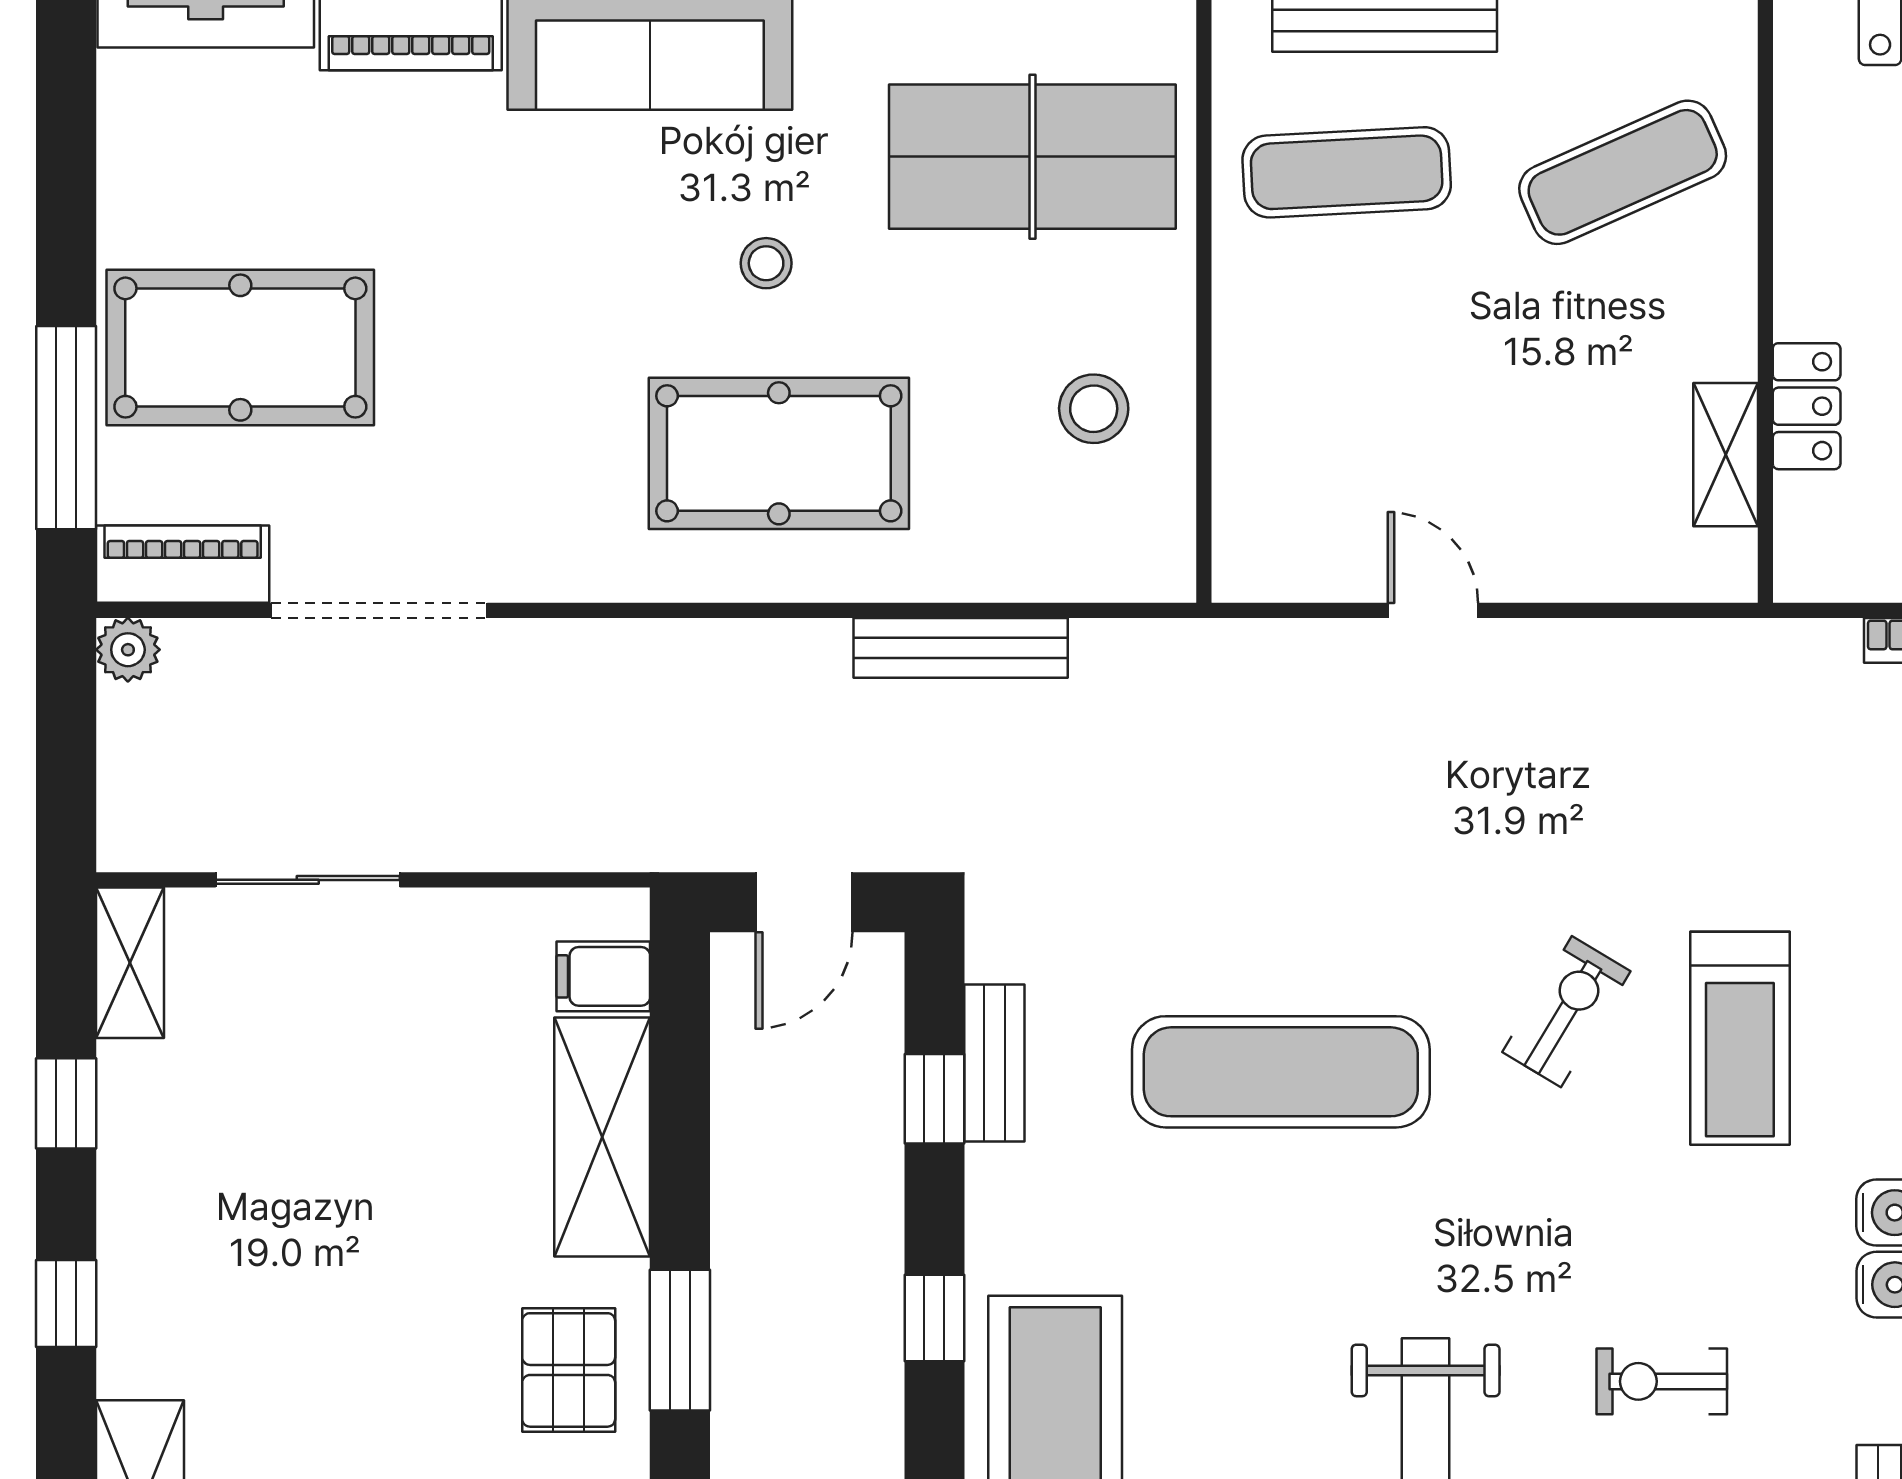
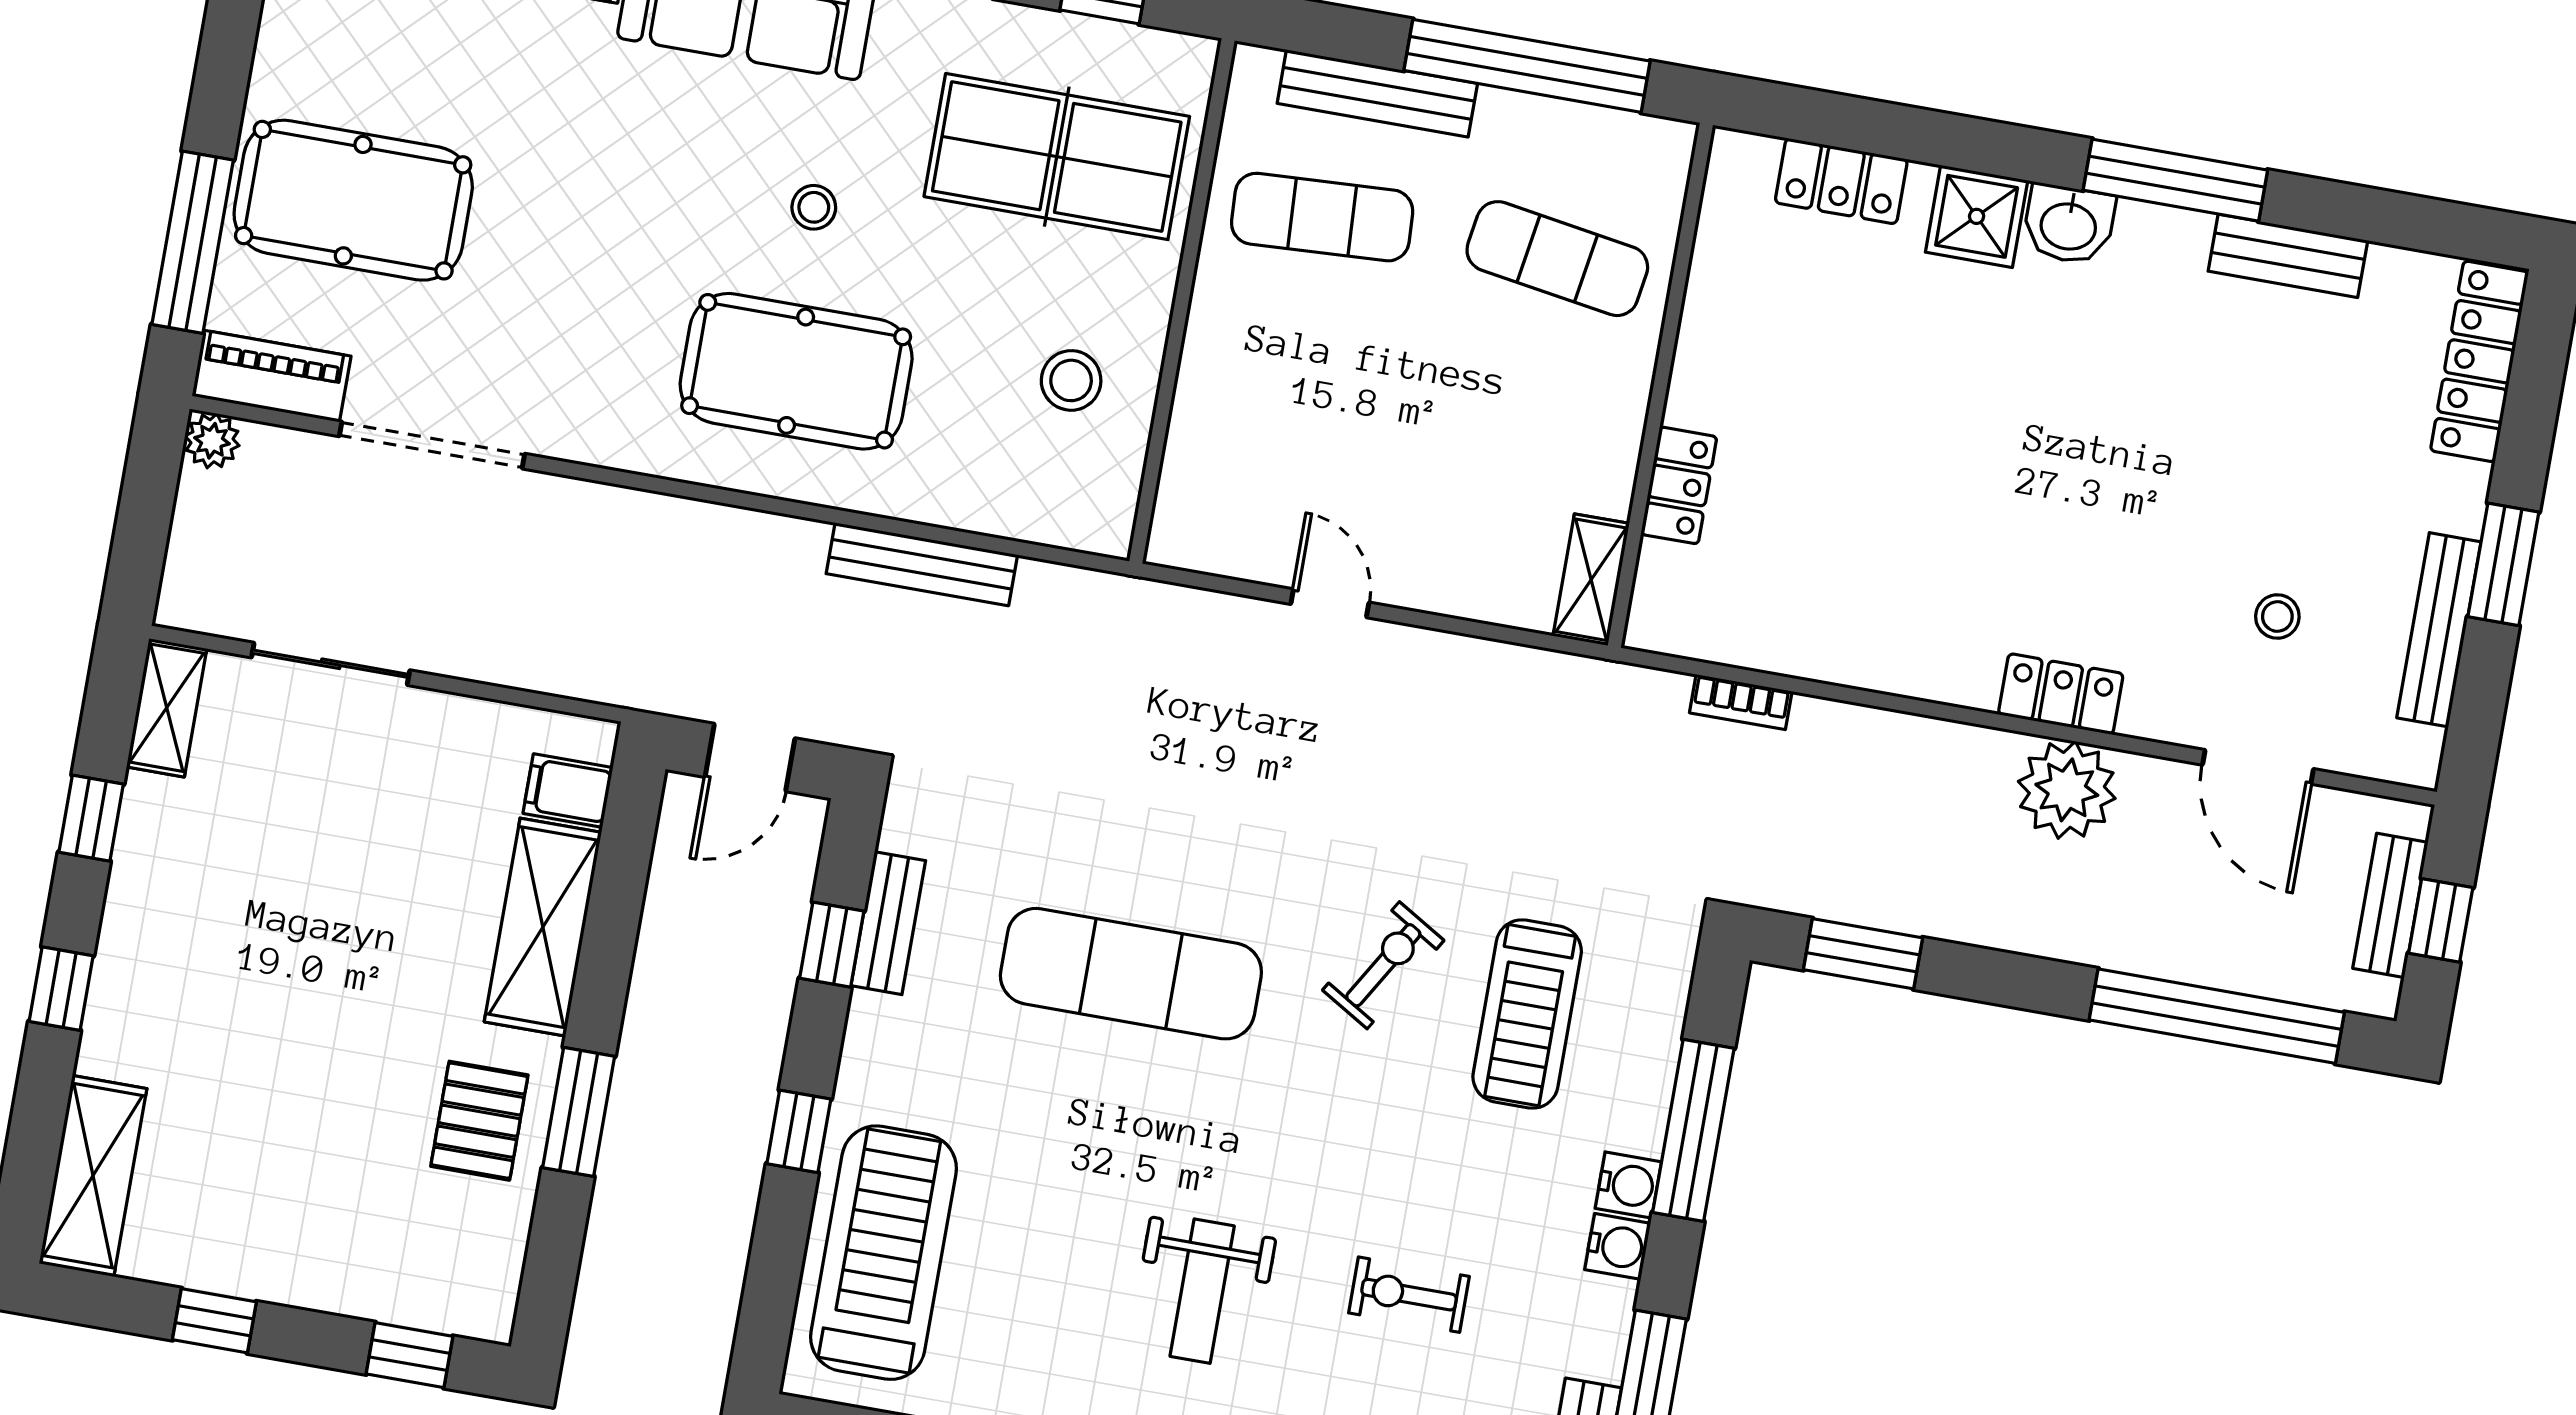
exercise mat: (1623, 172) -> (1557, 259), turned 33
shelving: (1726, 455) -> (1591, 580), moved

